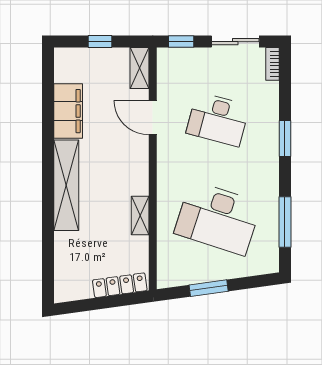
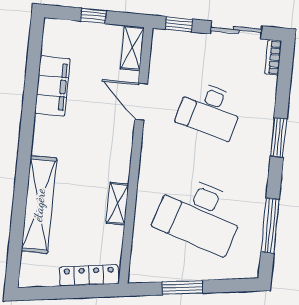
shelving: (66, 185) -> (39, 205), moved

